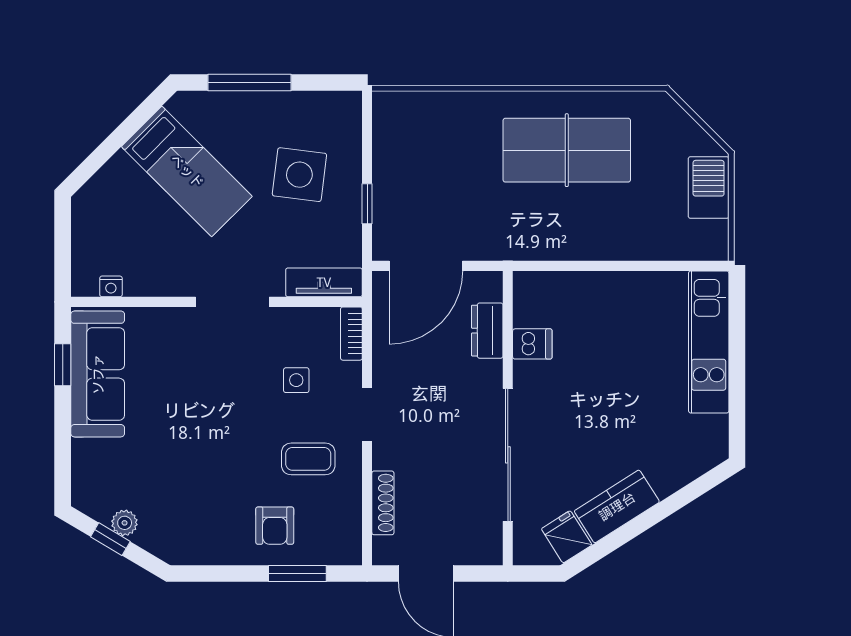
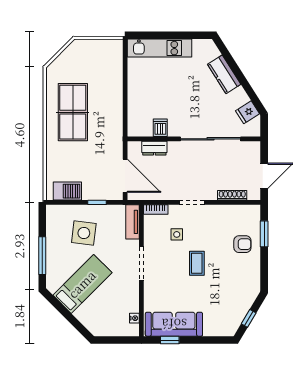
barbecue: (709, 187) -> (67, 191), moved, turned 180
coffee table: (308, 459) -> (197, 263), moved
kitchen counter: (617, 506) -> (224, 74), moved
plant: (125, 523) -> (241, 312), removed

